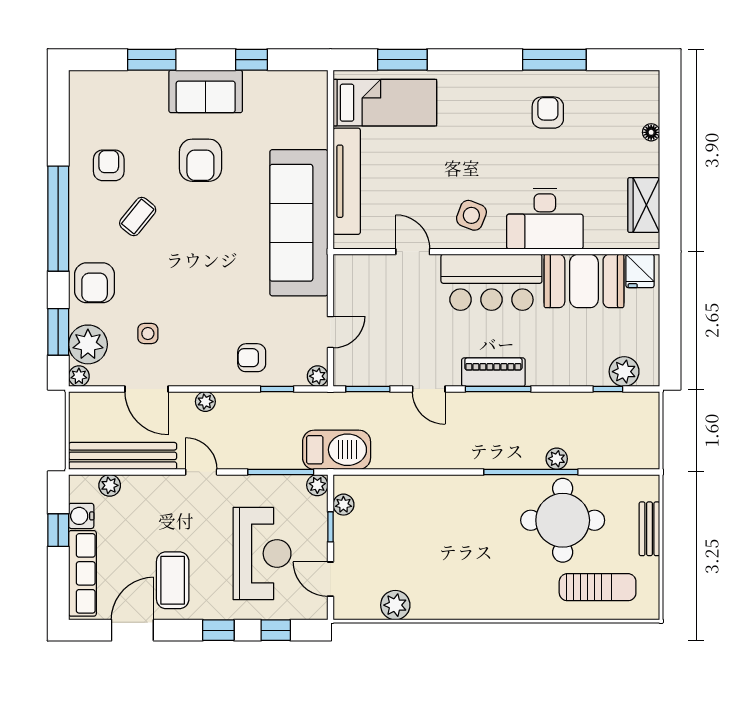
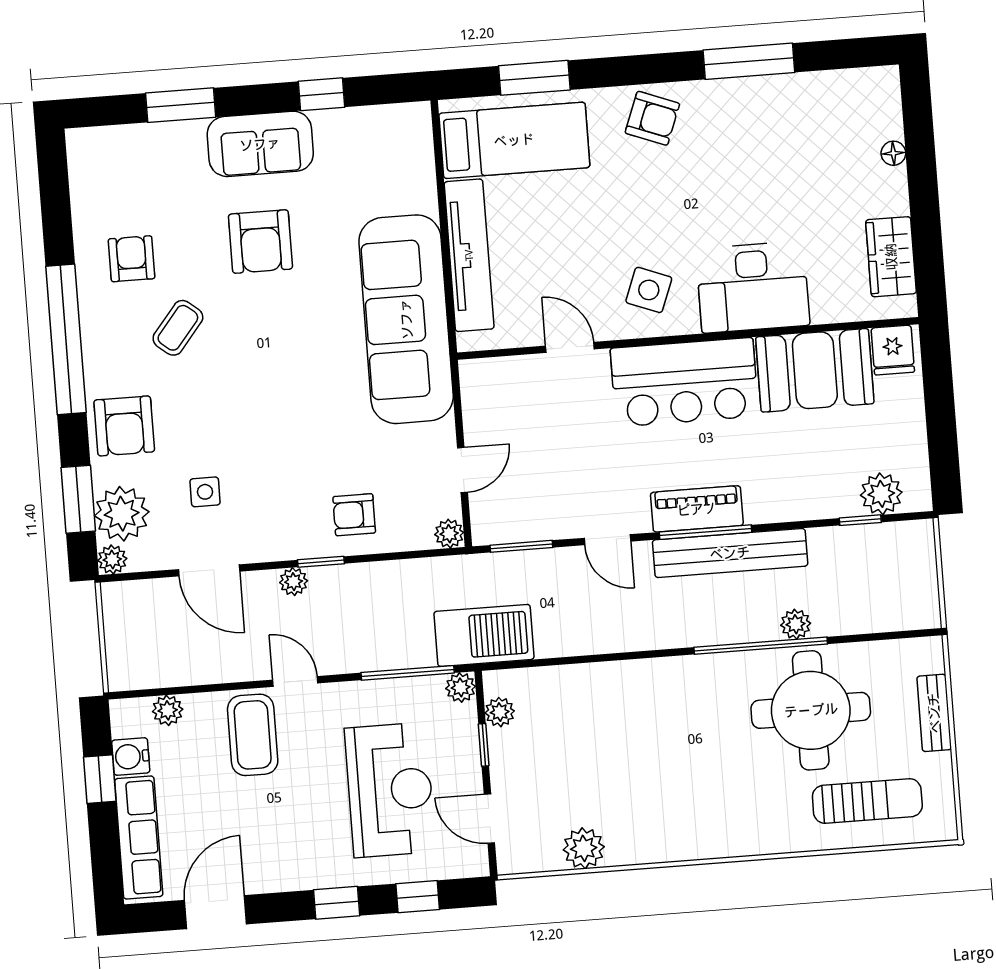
armchair: (548, 113) -> (652, 118), moved, turned 111
window: (277, 389) -> (321, 562), moved
bench: (123, 456) -> (730, 553), moved
coffee table: (173, 580) -> (253, 735), moved

